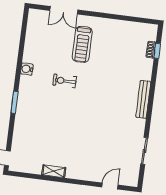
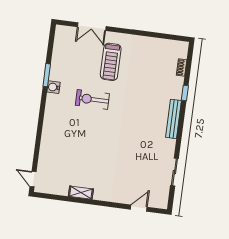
window: (157, 51) -> (185, 93), moved
exercise bike: (65, 81) -> (92, 99), width x1.38, depth x1.39
window: (14, 102) -> (47, 75), moved

